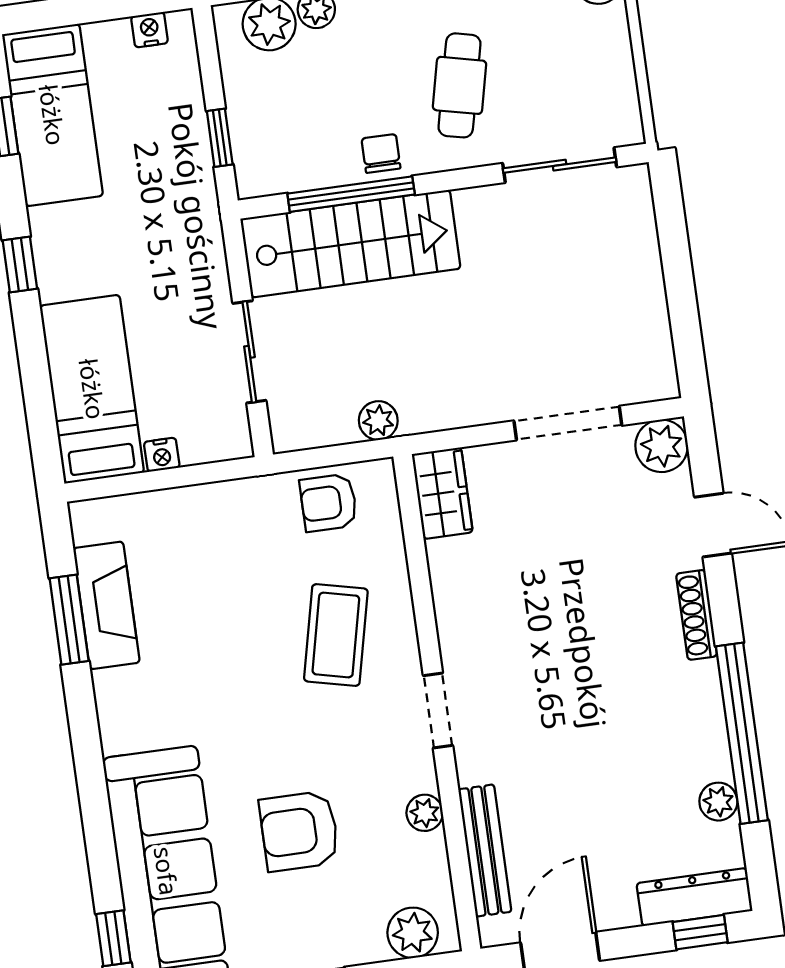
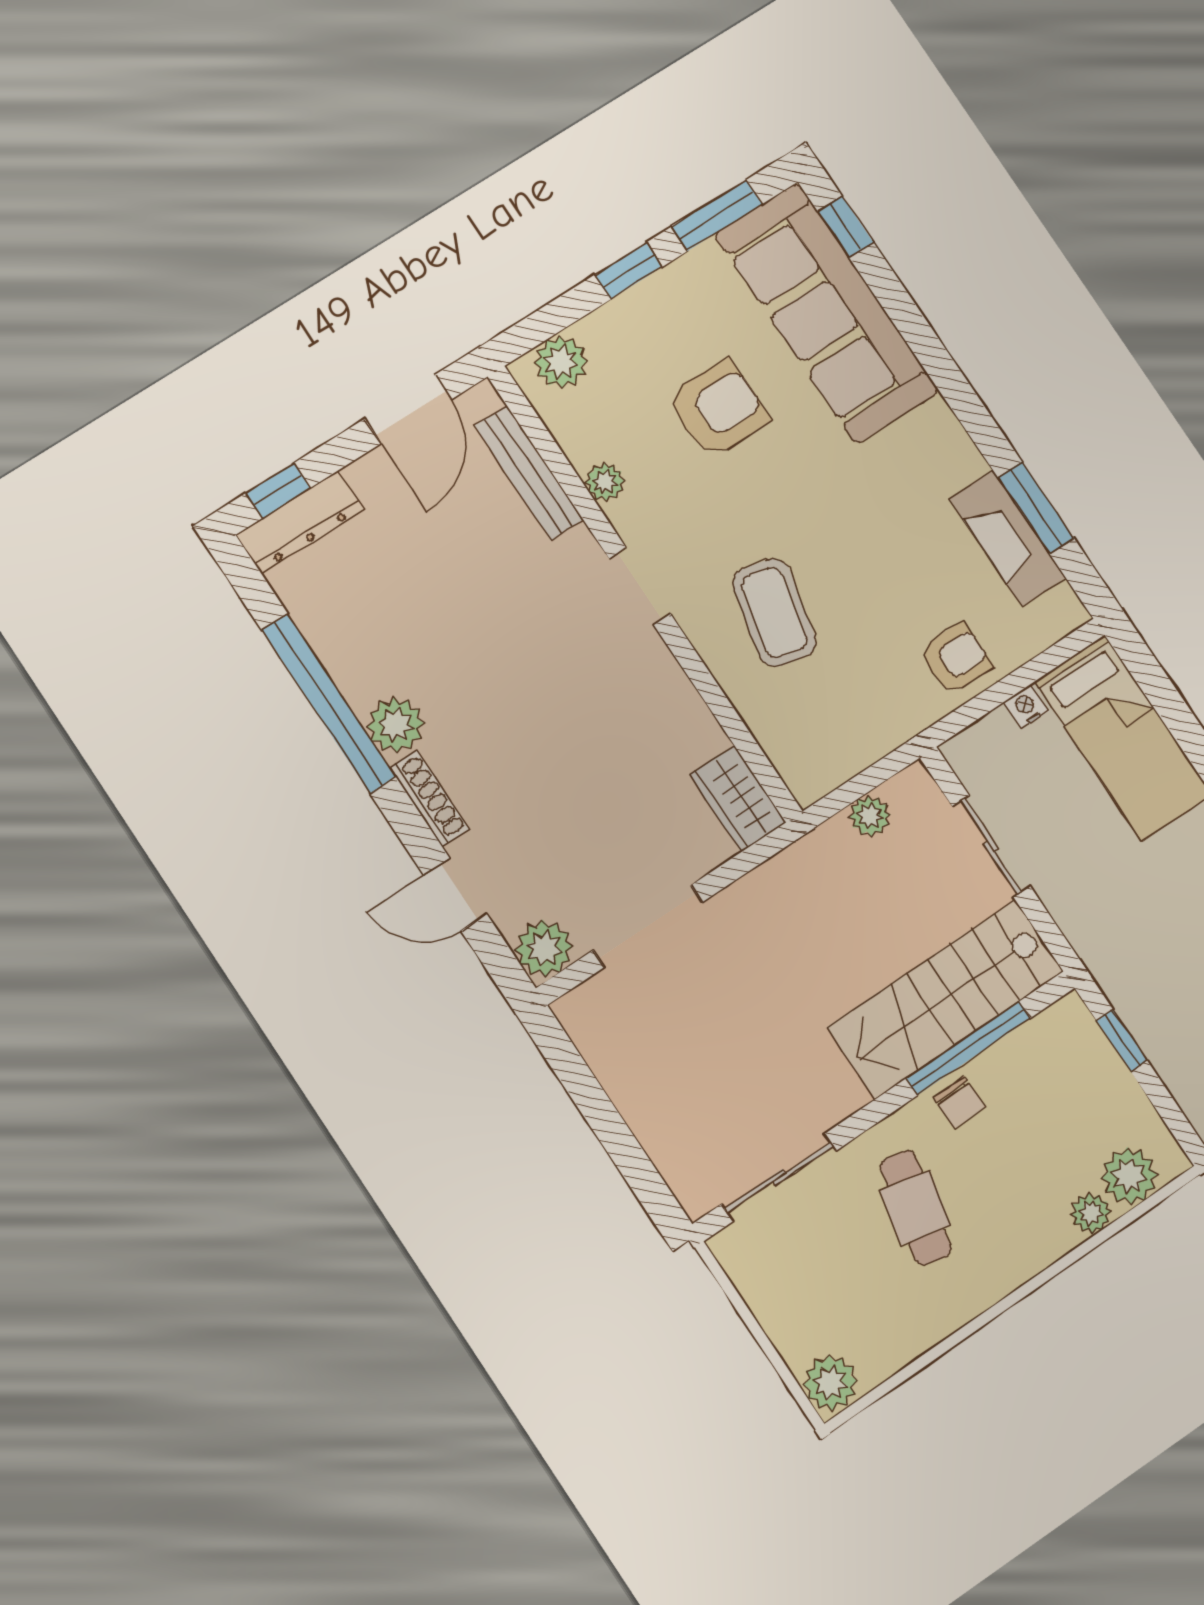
plant: (378, 421) -> (870, 816), moved
armchair: (329, 503) -> (956, 658), moved
plant: (718, 802) -> (396, 725), moved, width x1.38, depth x1.38

